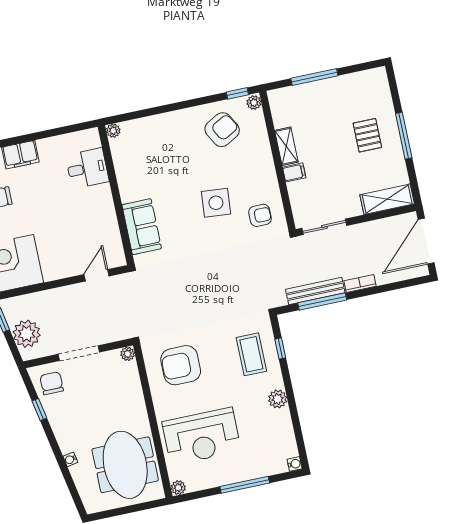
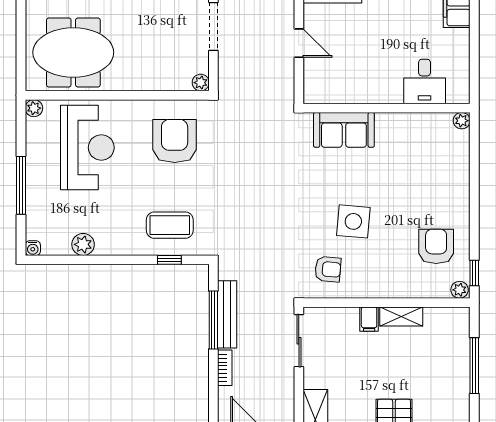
armchair: (222, 130) -> (436, 246), turned -151
armchair: (260, 215) -> (328, 269), turned -85
door: (97, 275) -> (299, 43), moved
plant: (278, 399) -> (83, 244), moved
reception desk: (202, 436) -> (87, 148), turned 180

